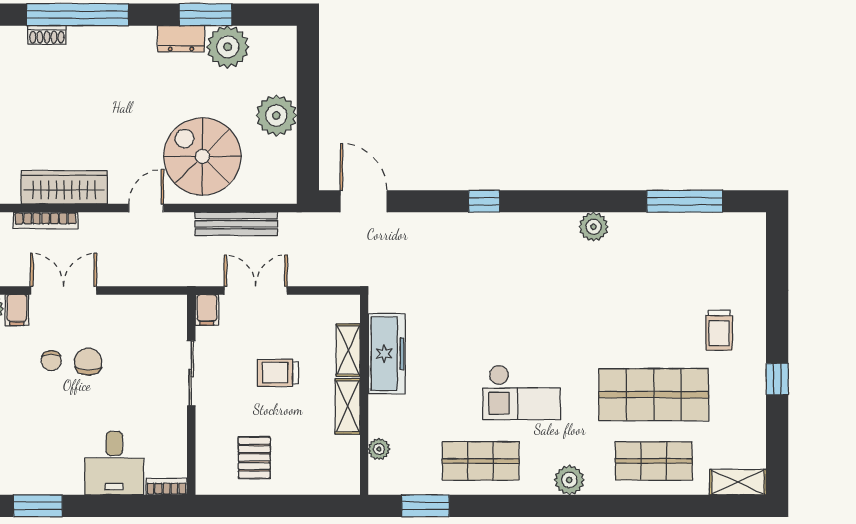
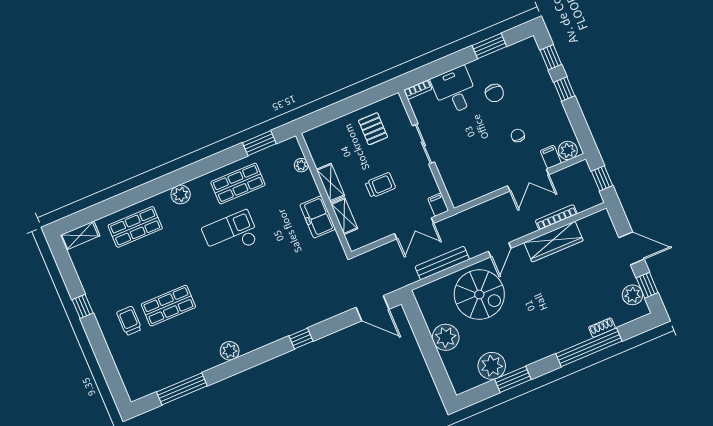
dresser: (181, 39) -> (521, 359), removed
freezer: (387, 354) -> (318, 217), width x0.71
chair: (88, 362) -> (494, 93), moved
sliding door: (191, 373) -> (423, 144), moved
shop shelf: (654, 395) -> (168, 306), moved, width x0.70, depth x0.74

